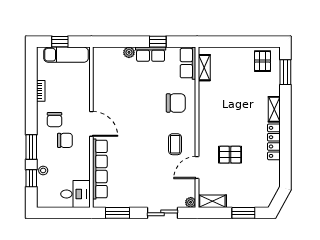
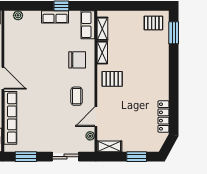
plant: (129, 52) -> (18, 15), moved
pallet: (262, 61) -> (153, 23), turned 90
shelving: (274, 109) -> (102, 53), moved
locker: (274, 142) -> (163, 117), moved
pallet: (230, 155) -> (112, 79), moved
plant: (191, 202) -> (90, 136), moved

